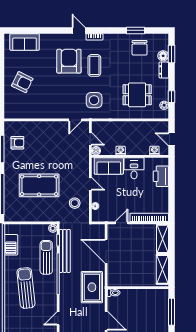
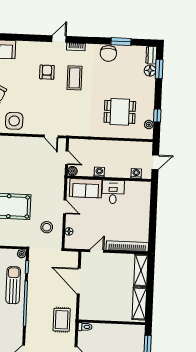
door: (79, 30) -> (59, 39), hinge flipped
chair: (140, 48) -> (108, 53), moved
armchair: (69, 61) -> (47, 72), width x0.53, depth x0.53
dresser: (164, 70) -> (151, 55), moved
side table: (94, 100) -> (14, 121), moved
door: (75, 120) -> (51, 136), hinge flipped
door: (171, 139) -> (155, 162), swing flipped
printer: (161, 176) -> (142, 202), removed
bench: (65, 251) -> (34, 279), removed
rug: (92, 287) -> (62, 320), width x0.73, depth x0.70

